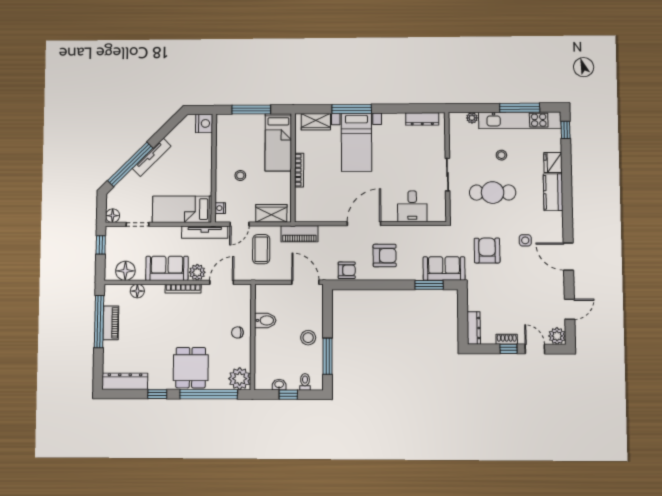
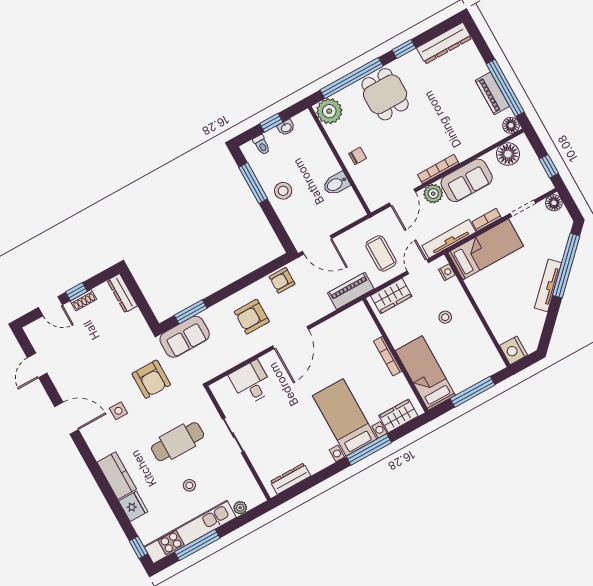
bookcase: (169, 231) -> (487, 220), added
floor lamp: (137, 291) -> (511, 125), moved
plant: (557, 336) -> (35, 332), removed

